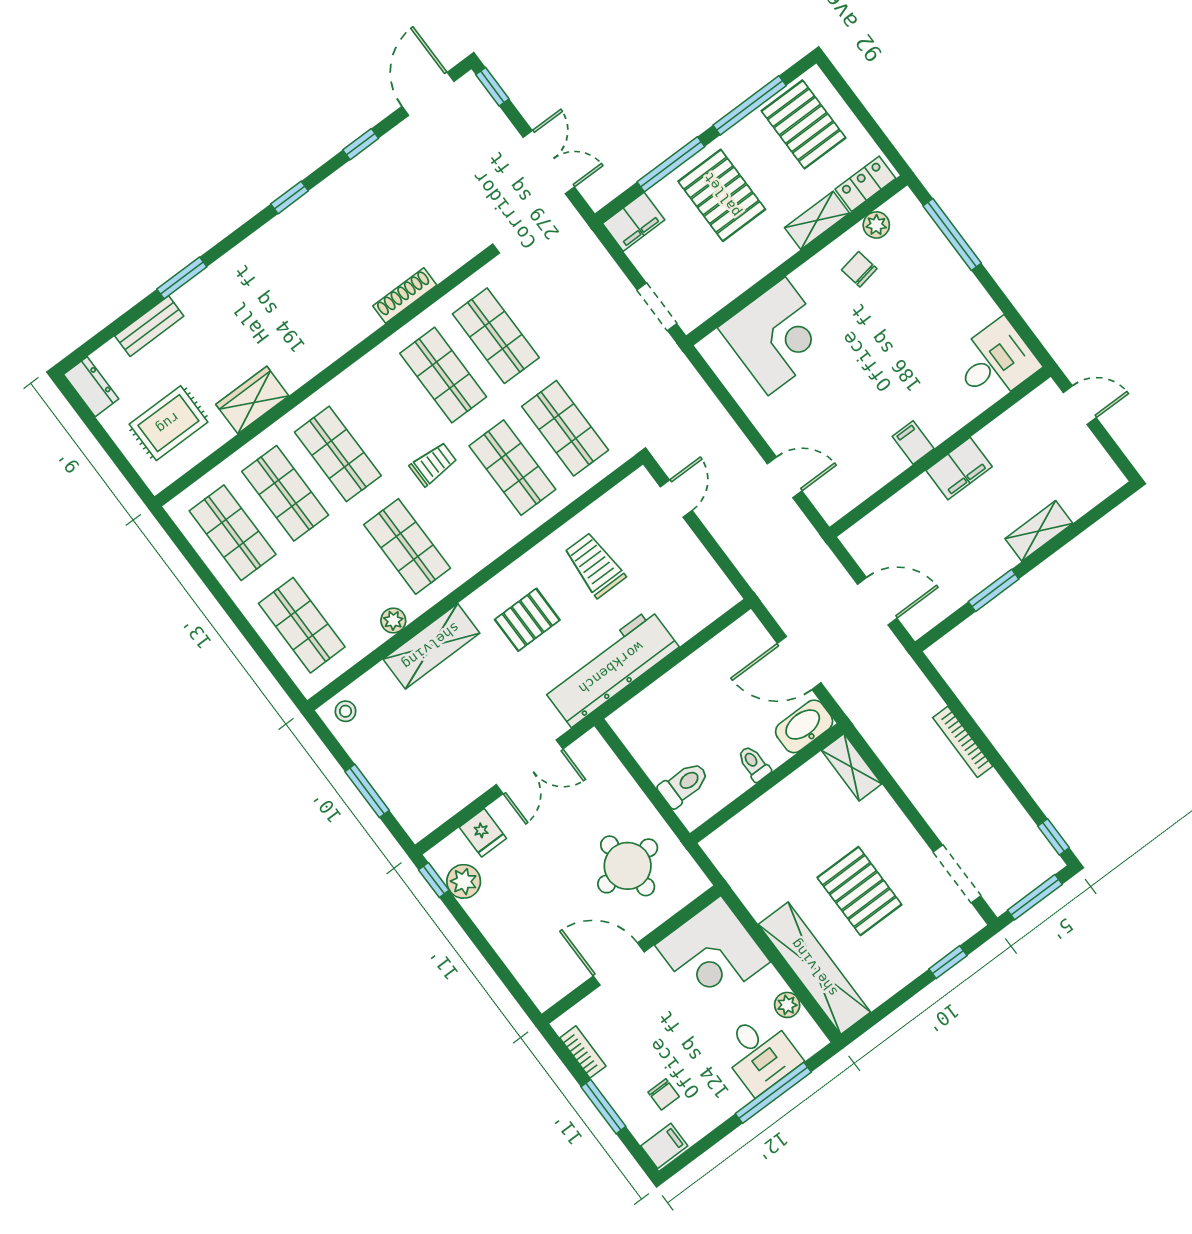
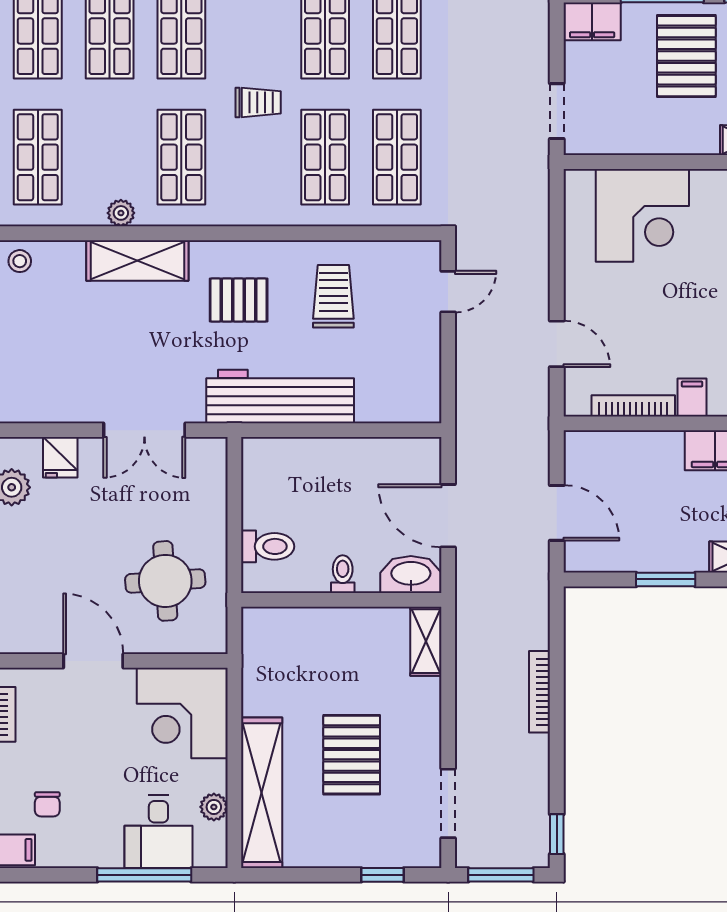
bookcase: (875, 481) -> (633, 406), added

